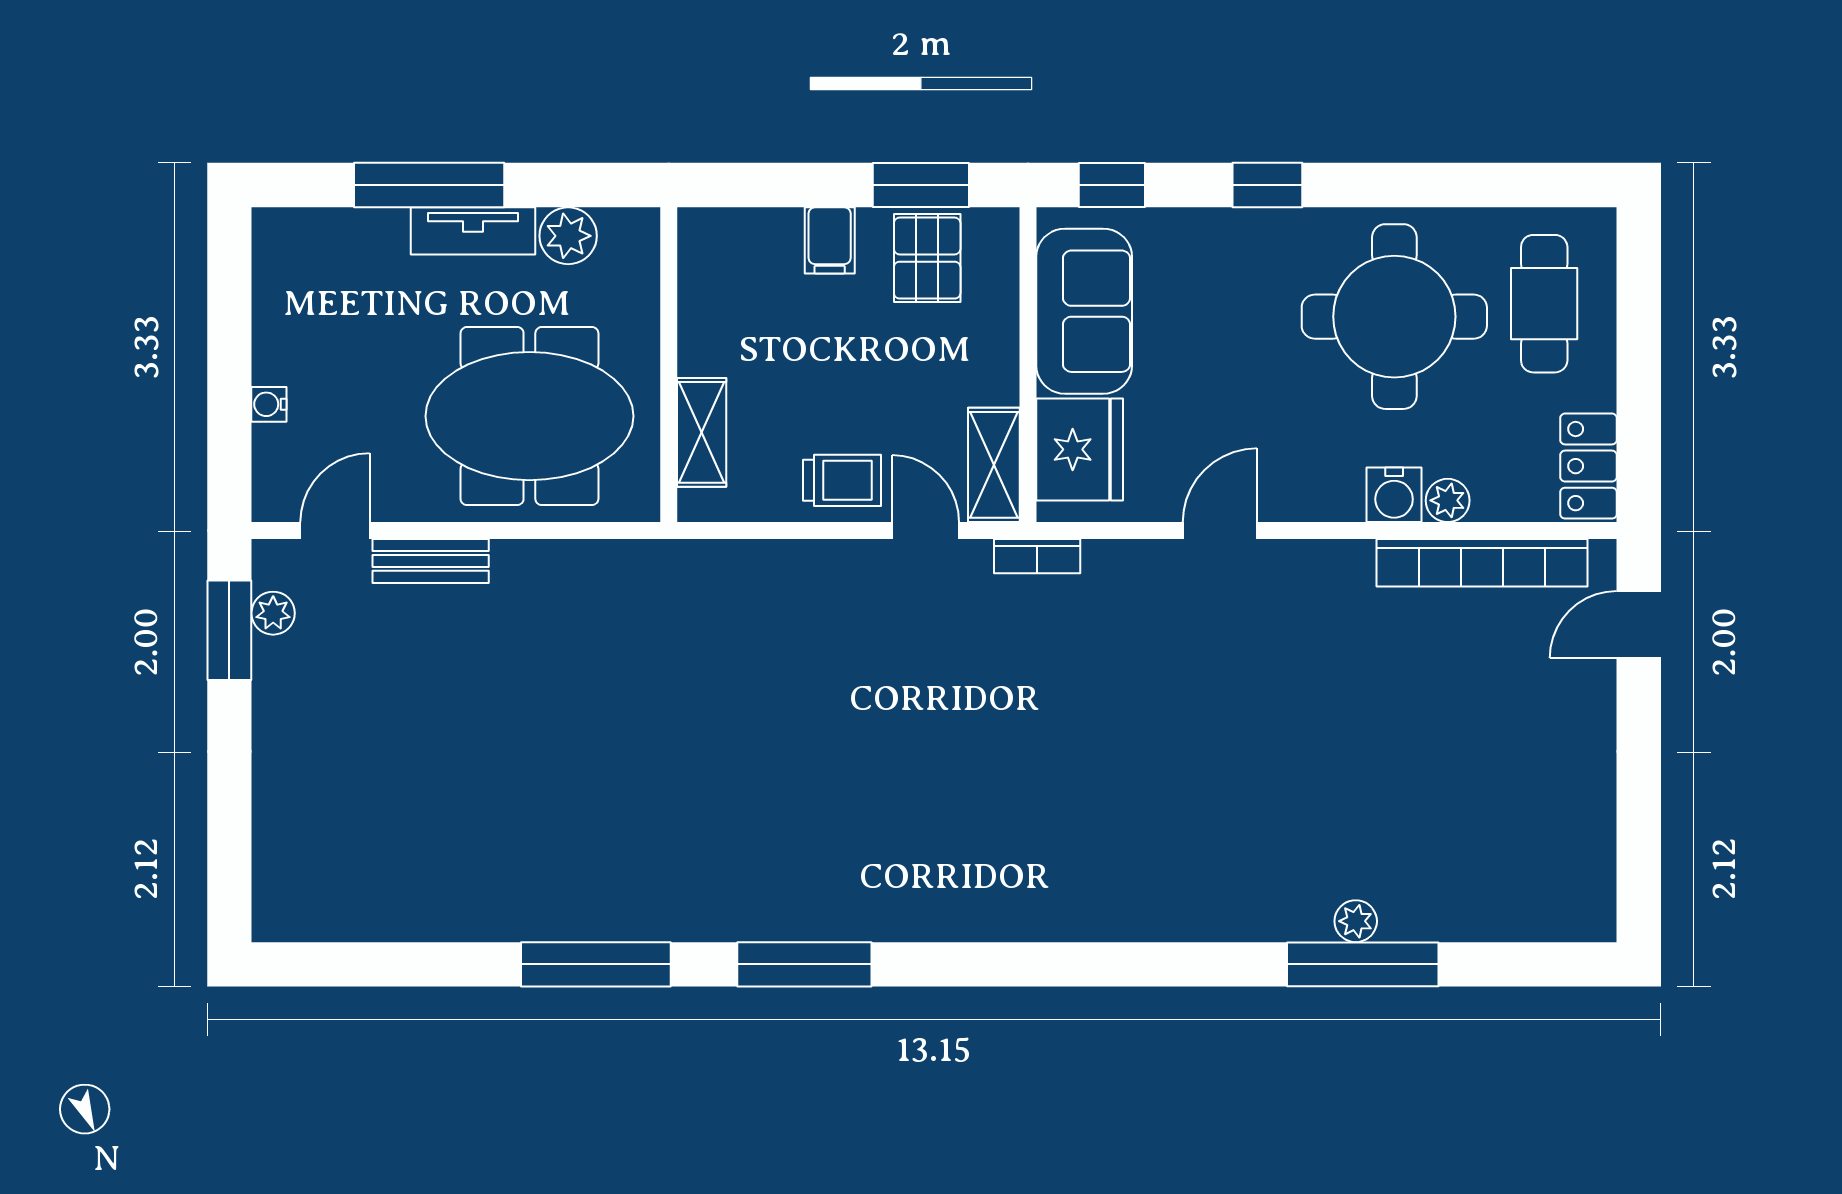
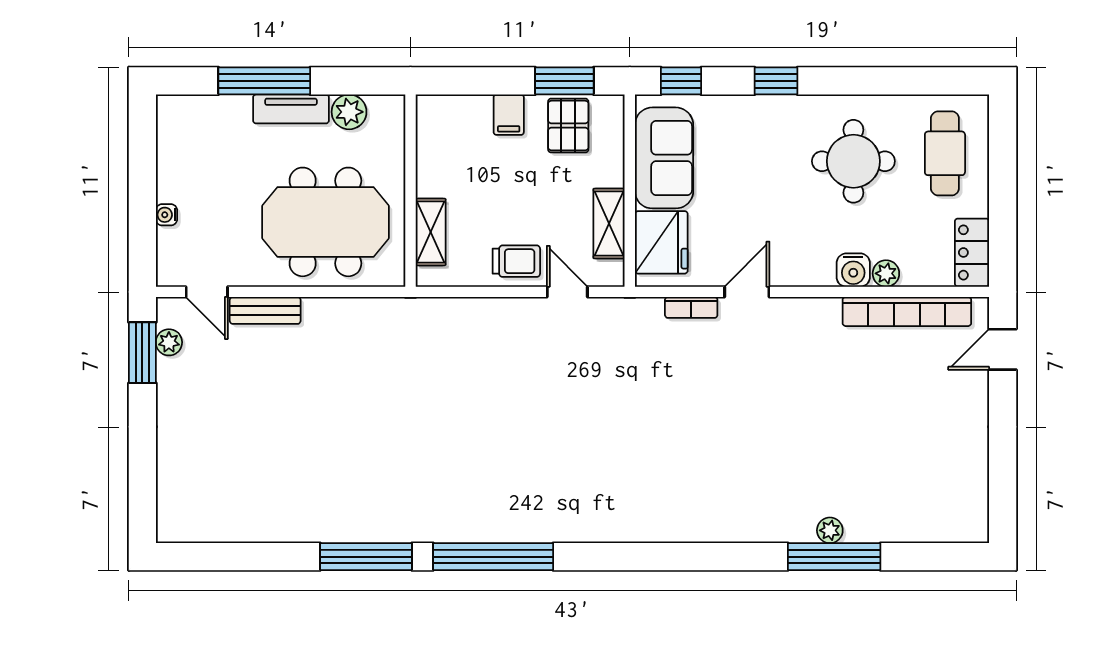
round table: (1394, 317) -> (853, 161), width x0.73, depth x0.73
shelving: (994, 465) -> (609, 223), moved
door: (335, 531) -> (207, 292), swing flipped
bookcase: (1037, 556) -> (691, 307), moved
window: (804, 964) -> (493, 557), width x1.46

